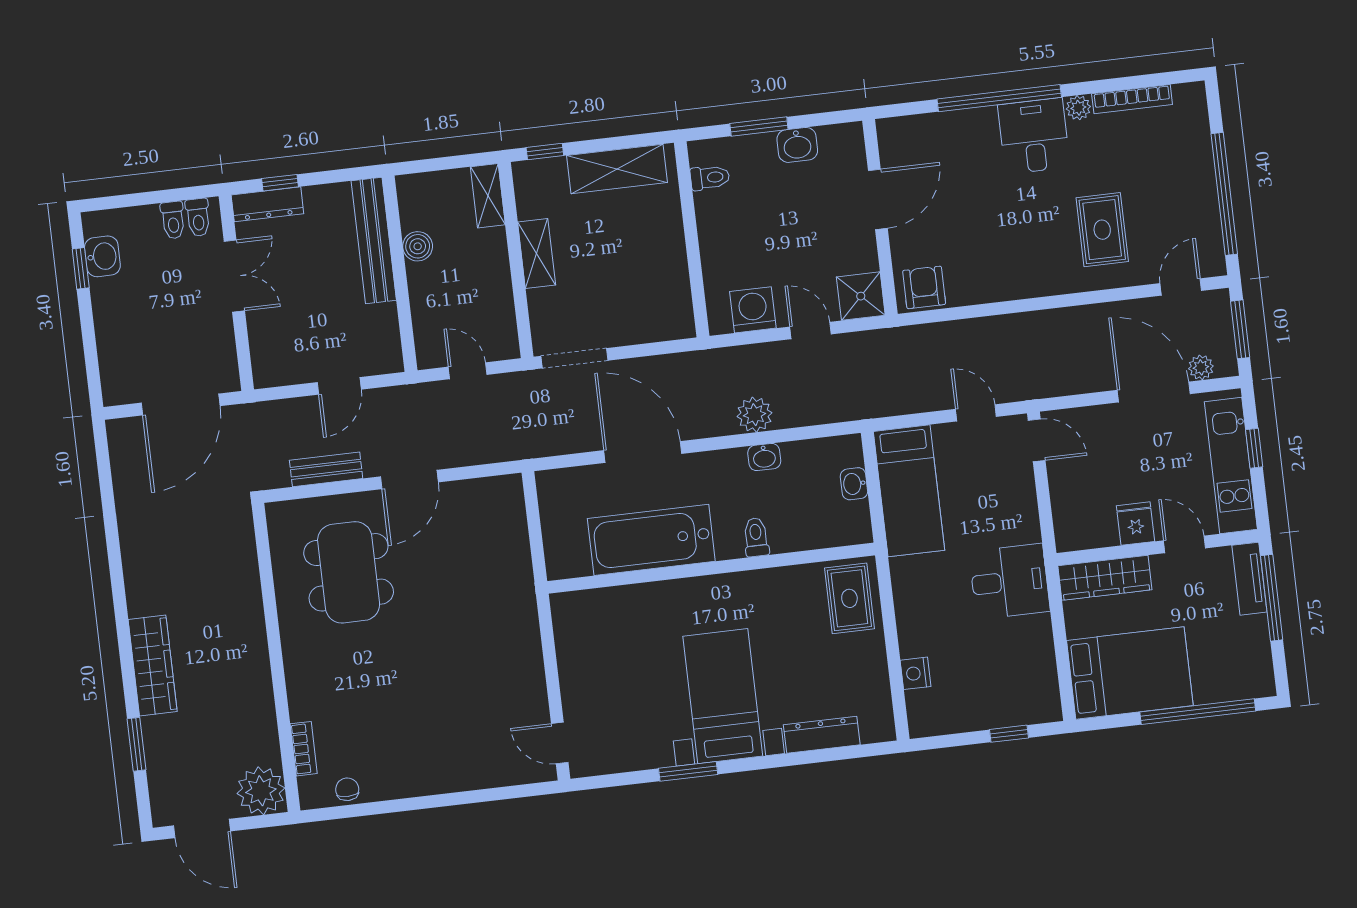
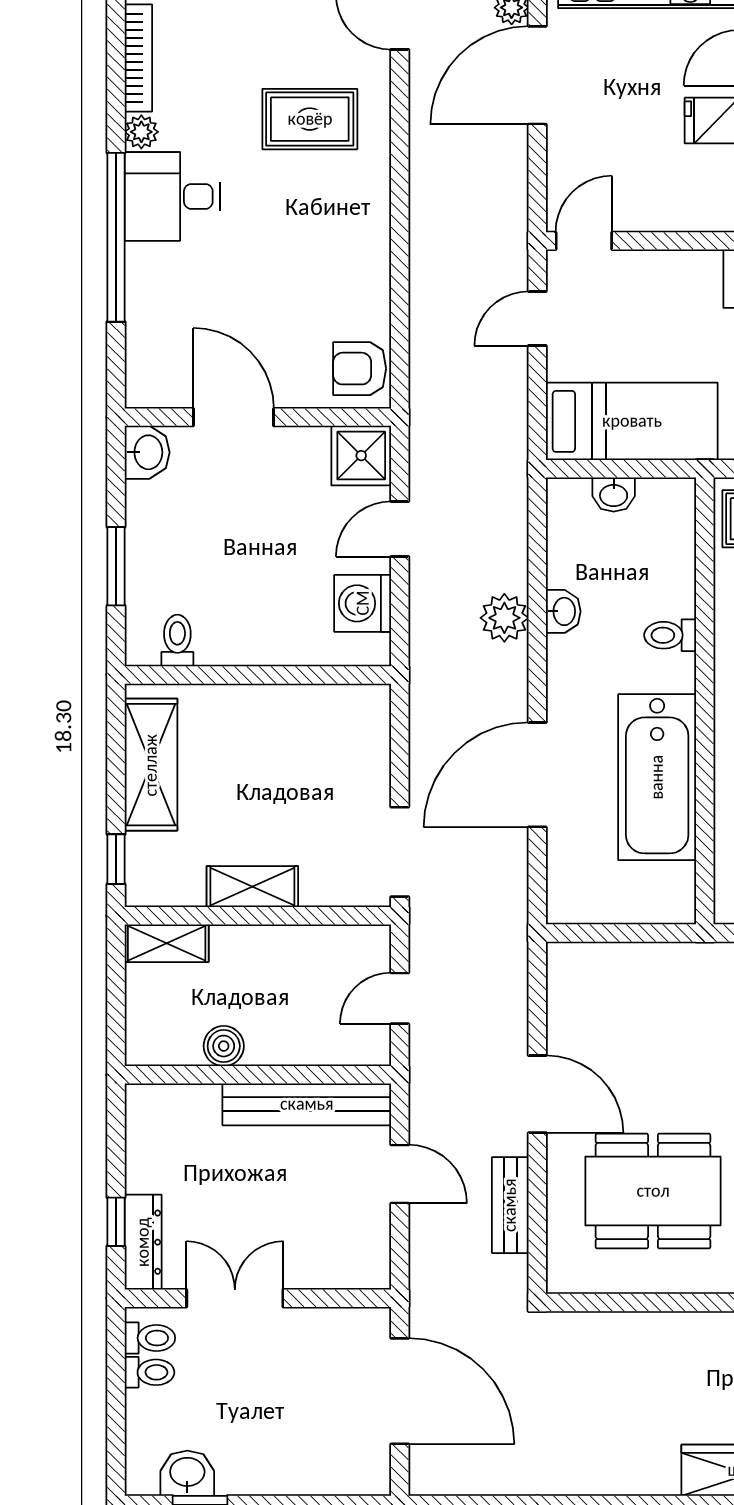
washbasin: (797, 145) -> (147, 452), moved
bench: (374, 240) -> (307, 1104), moved

